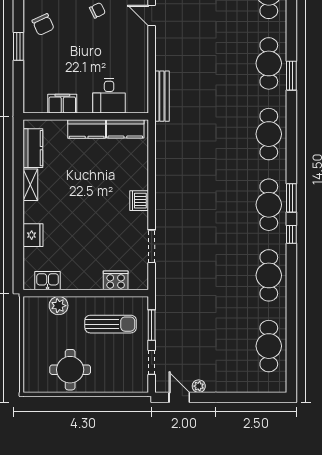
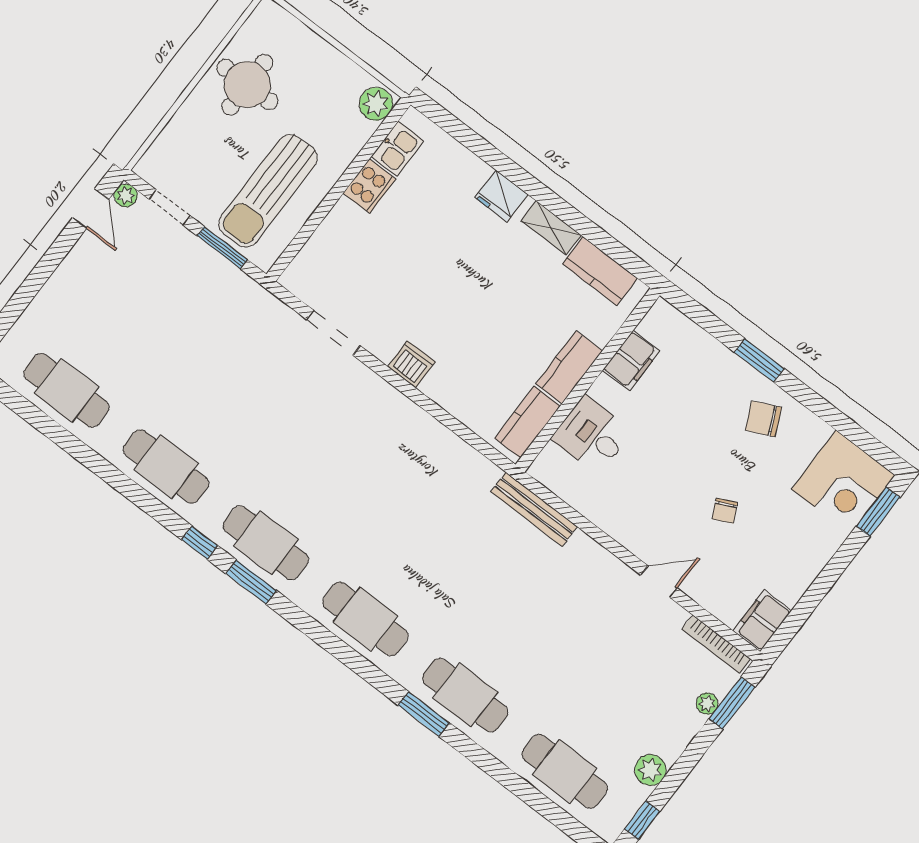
fridge: (33, 235) -> (501, 196), moved
cooker: (116, 280) -> (369, 186), moved
plant: (59, 306) -> (376, 104), moved
sun lounger: (111, 324) -> (268, 191), width x1.36, depth x1.34
plant: (199, 386) -> (126, 196), moved
door: (179, 397) -> (91, 209), hinge flipped

